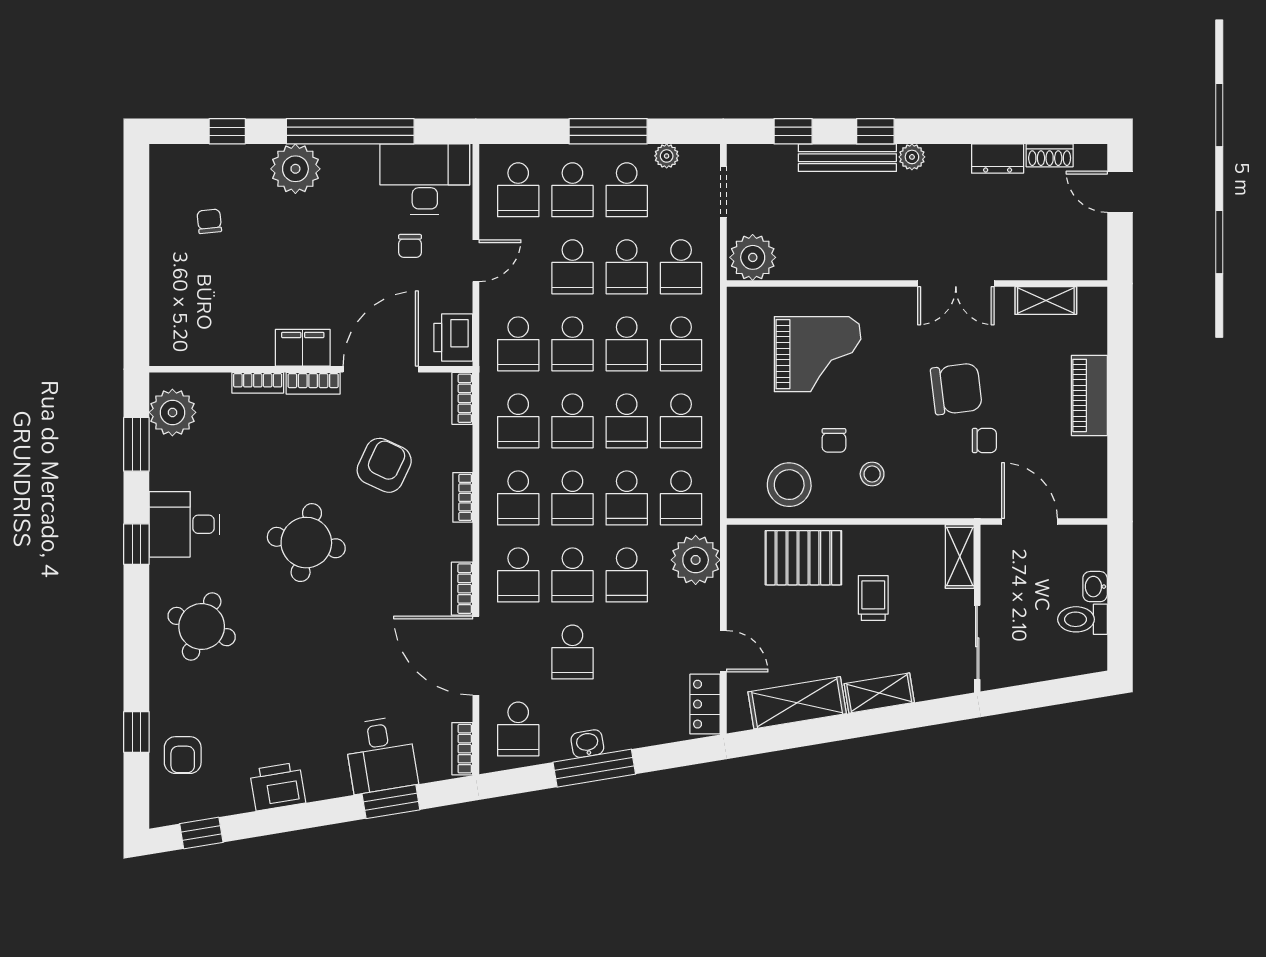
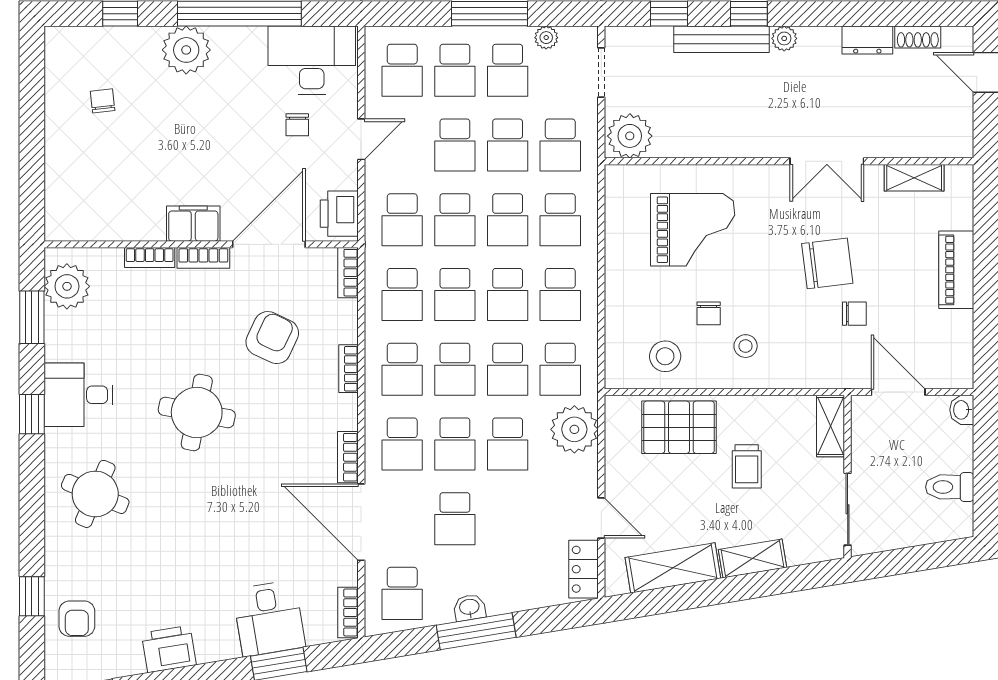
stool: (789, 485) -> (665, 356), width x0.73, depth x0.73
washbasin: (1095, 587) -> (962, 410), moved
trolley: (873, 598) -> (747, 466), turned 180

